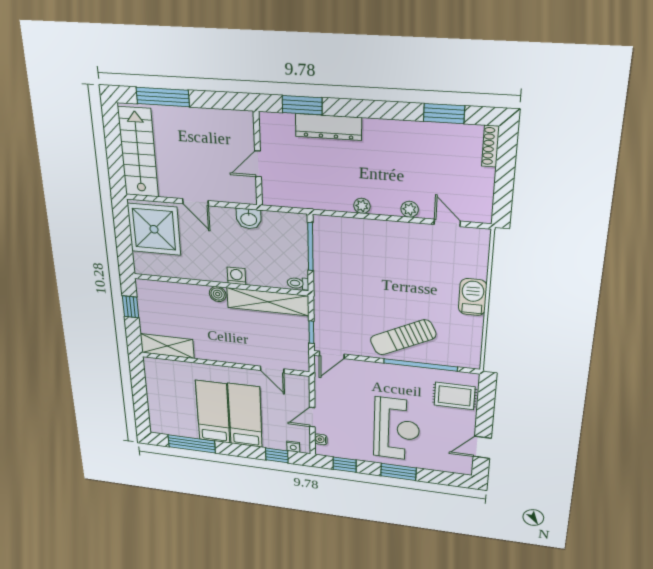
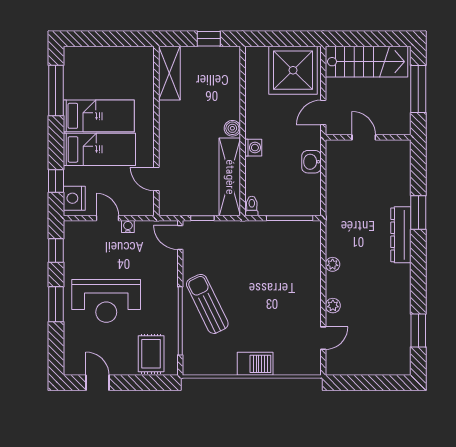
shoe rack: (490, 146) -> (393, 370), removed
wall: (258, 159) -> (368, 137), moved
door: (258, 164) -> (364, 137), moved
door: (272, 370) -> (156, 179), hinge flipped
water cooler: (321, 439) -> (128, 226), moved
nightstand: (293, 447) -> (74, 198), width x1.89, depth x1.79

